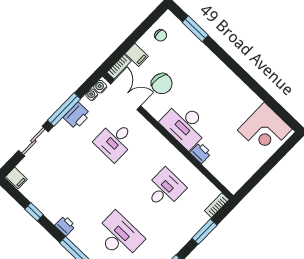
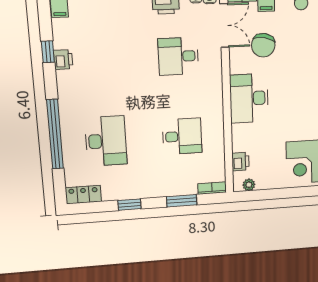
printer: (201, 153) -> (240, 162), moved
plant: (240, 181) -> (249, 185), added
printer: (65, 226) -> (63, 59), moved

